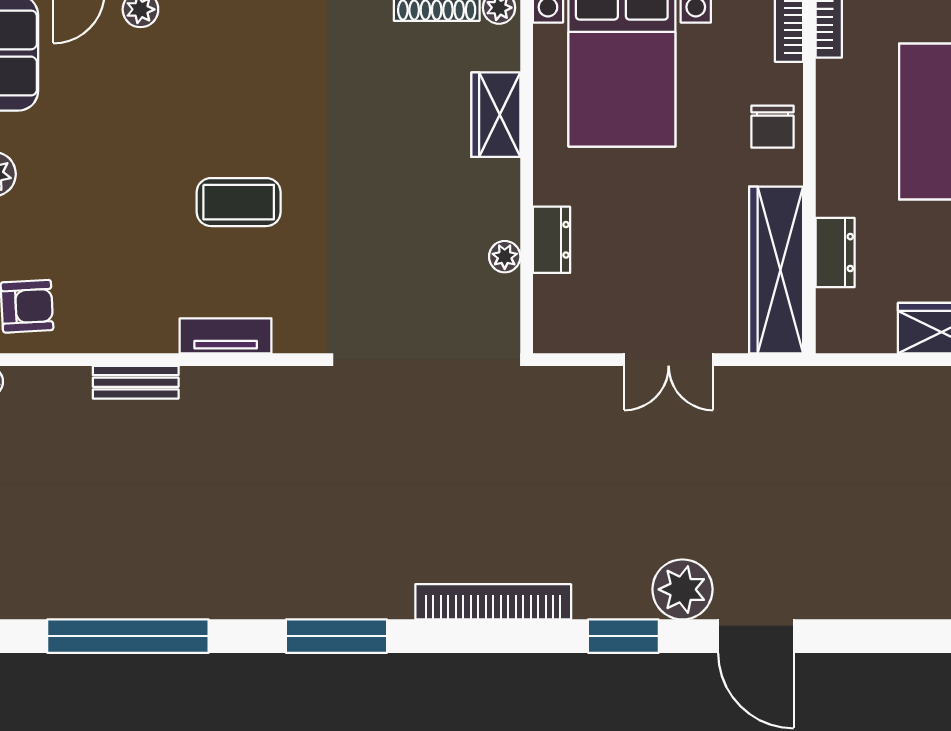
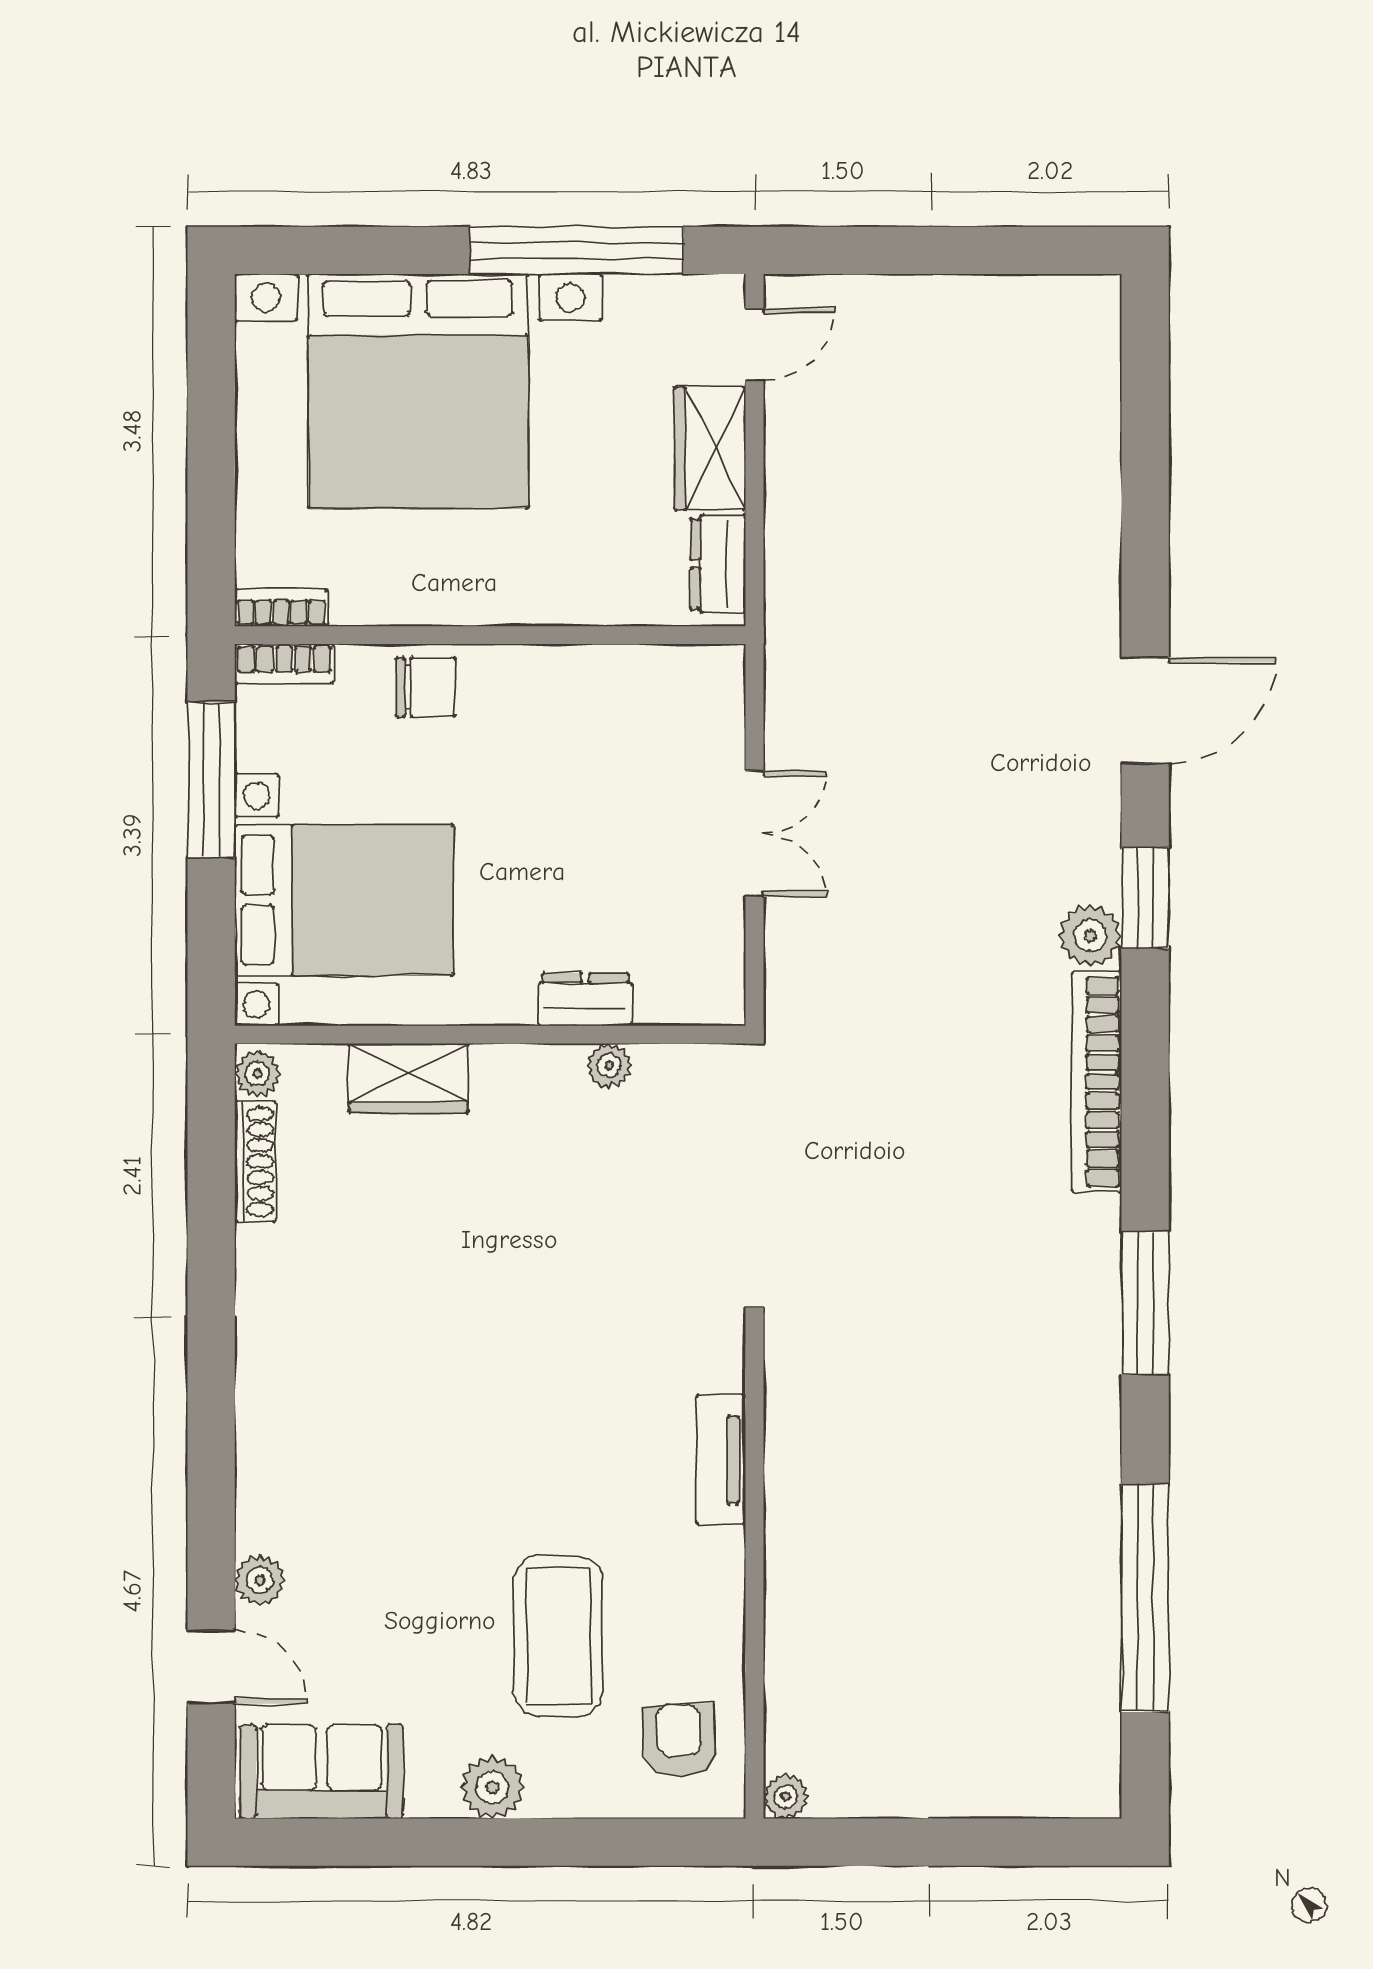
coffee table: (239, 202) -> (558, 1636), moved, width x1.36, depth x1.32
dresser: (835, 253) -> (718, 564), moved, turned -90
wardrobe: (776, 270) -> (628, 682), removed
bench: (136, 382) -> (786, 1587), removed
plant: (682, 589) -> (1091, 936), moved, width x0.73, depth x0.73

